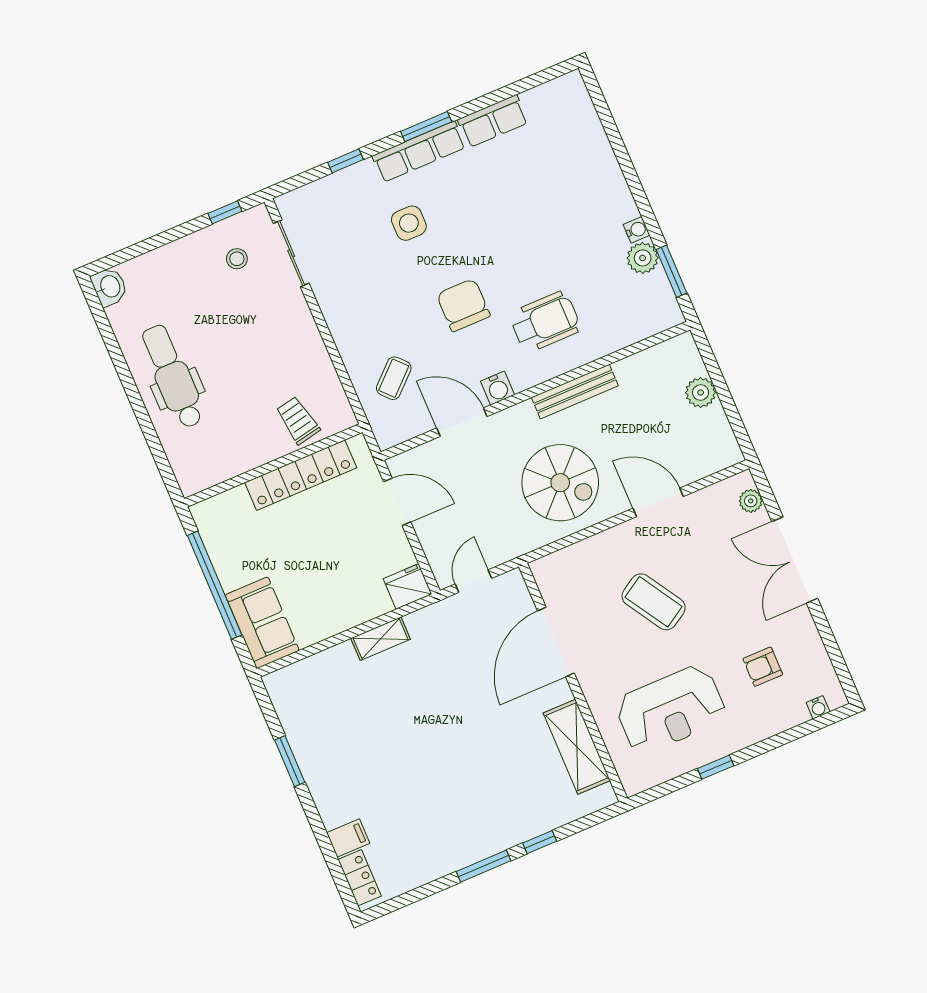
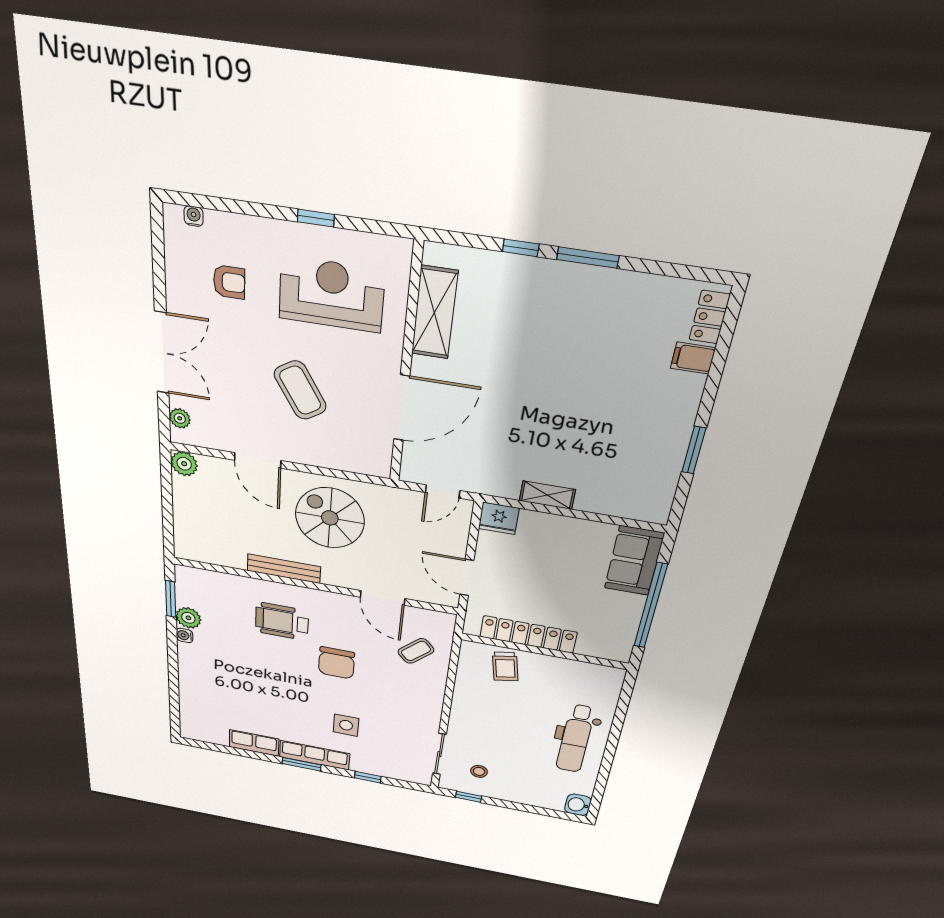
water cooler: (498, 388) -> (342, 603), removed
plant: (701, 393) -> (184, 464), moved

